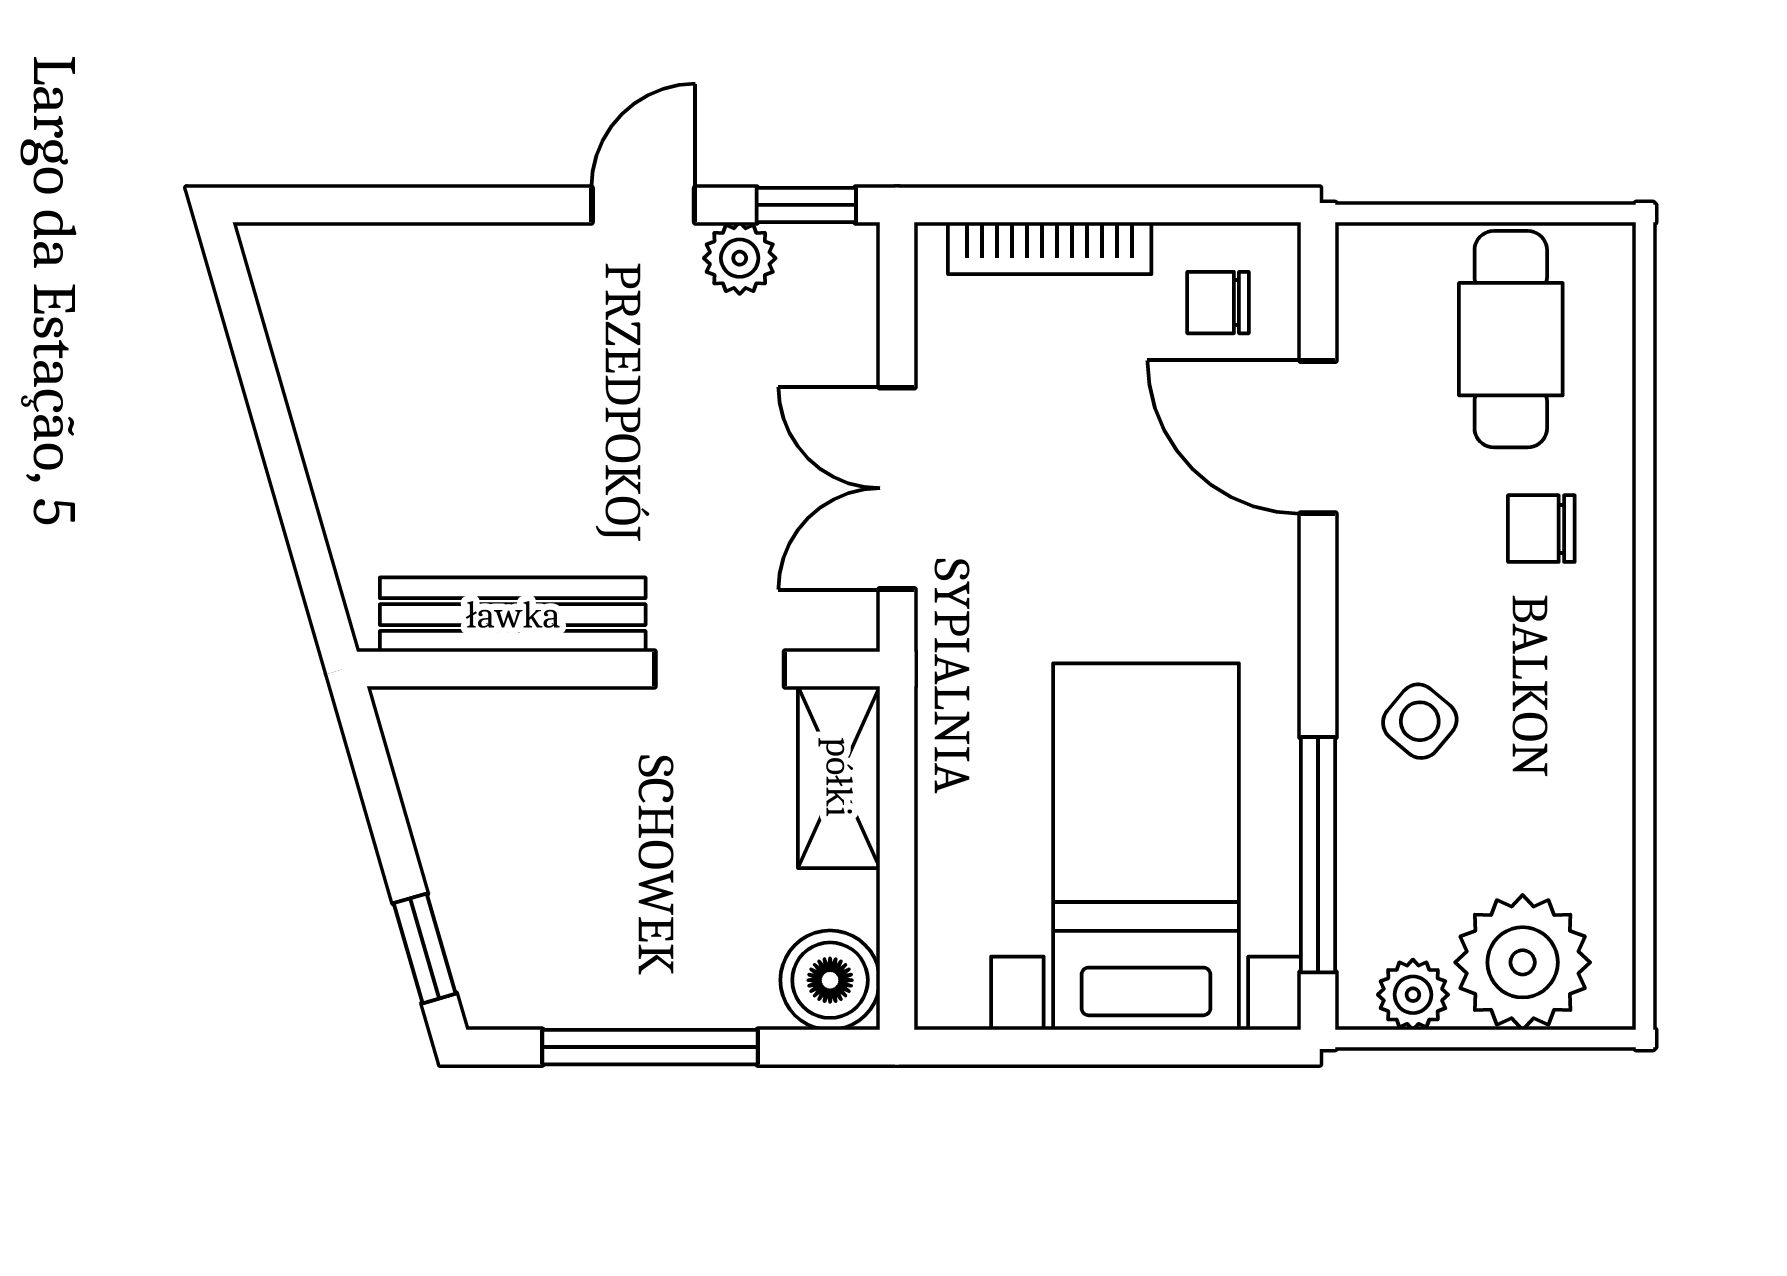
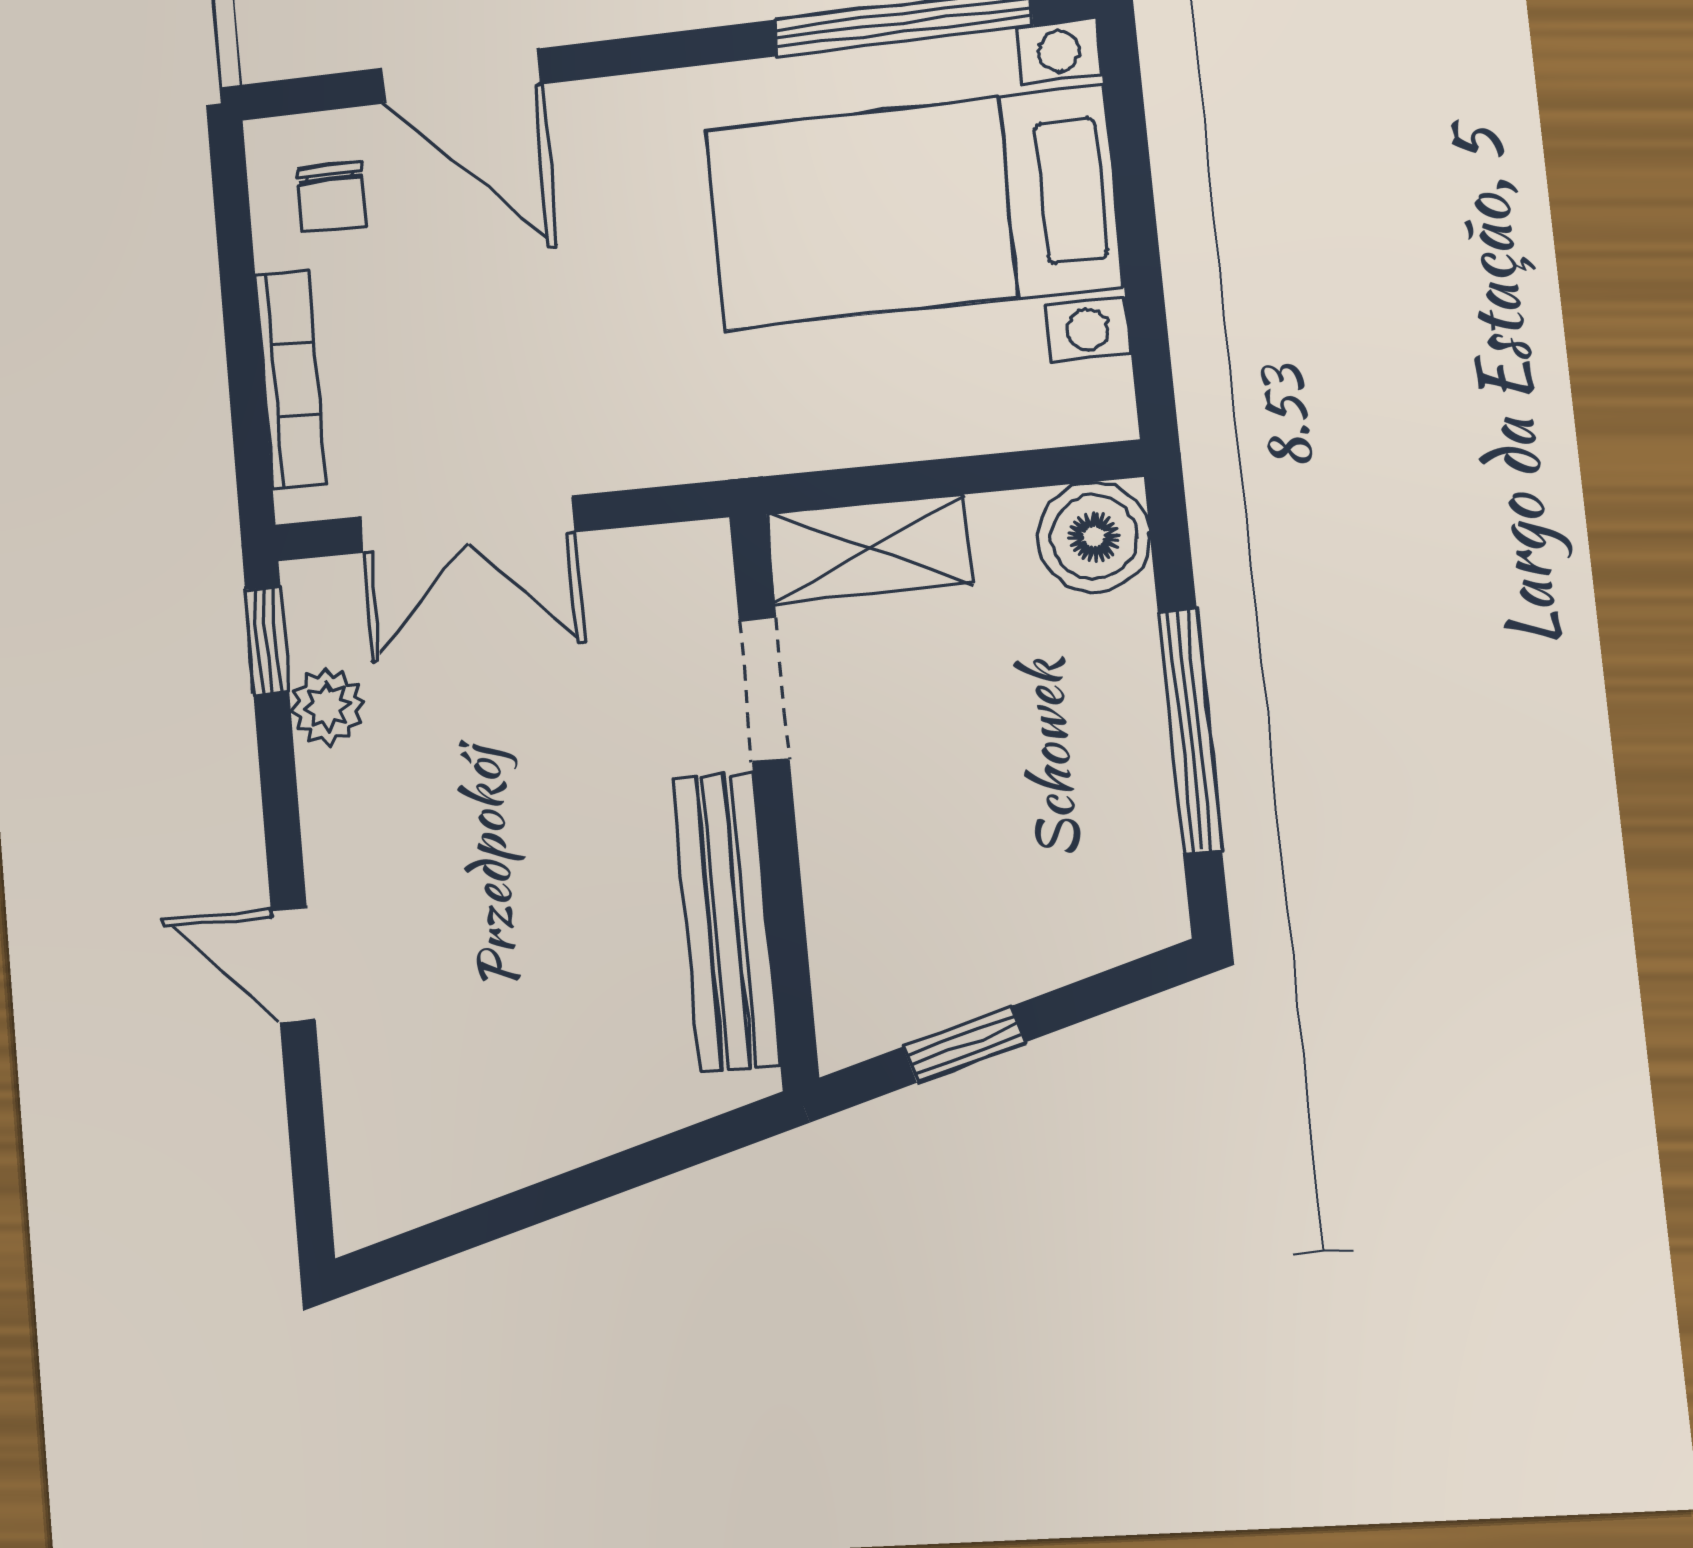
door: (643, 205) -> (293, 965), moved
door: (1318, 437) -> (461, 76), hinge flipped
double door: (897, 488) -> (467, 524), moved
window: (425, 948) -> (964, 1044), moved

